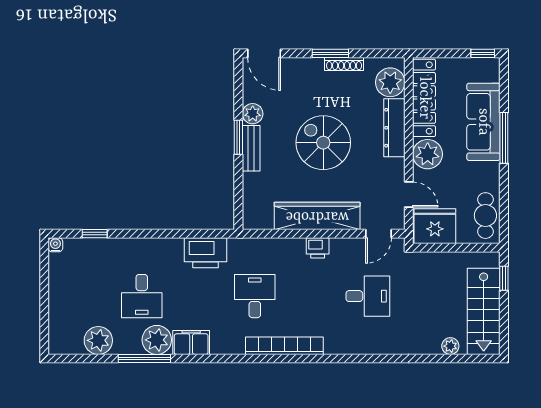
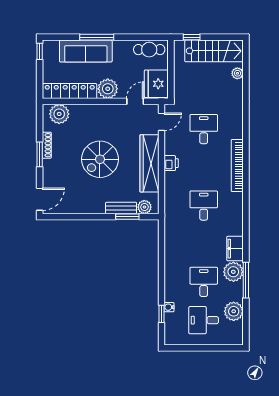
plant: (253, 114) -> (144, 207), moved
dresser: (394, 128) -> (90, 111), removed
window: (238, 137) -> (127, 217), moved
bench: (251, 148) -> (121, 208), moved
door: (378, 234) -> (161, 122), hinge flipped
water cooler: (55, 245) -> (169, 307), moved
printer: (205, 253) -> (174, 239), removed
desk: (85, 296) -> (204, 320), added
desk: (142, 296) -> (204, 282), turned -90
desk: (255, 296) -> (204, 206), turned 90
bookcase: (284, 346) -> (237, 166), moved

